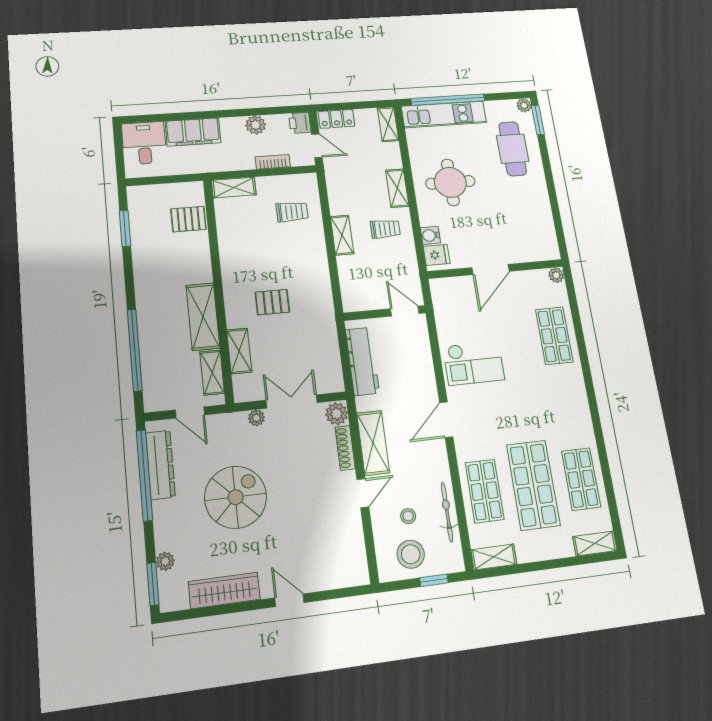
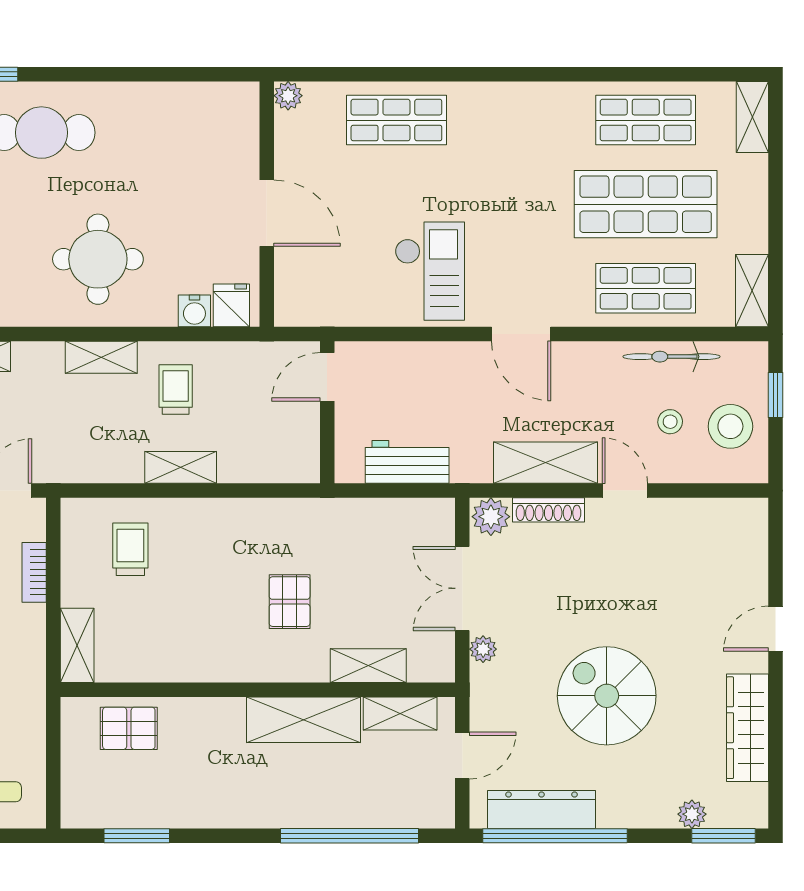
pallet: (188, 219) -> (129, 728), turned 90
workbench: (362, 361) -> (407, 462), width x0.73

